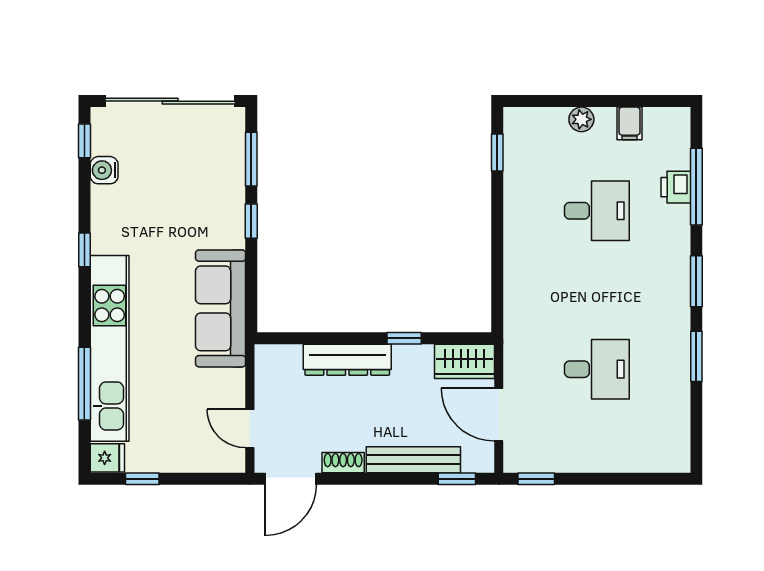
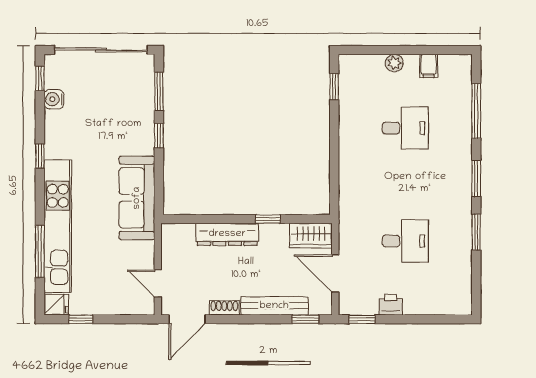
printer: (676, 187) -> (391, 305), moved, turned 90

